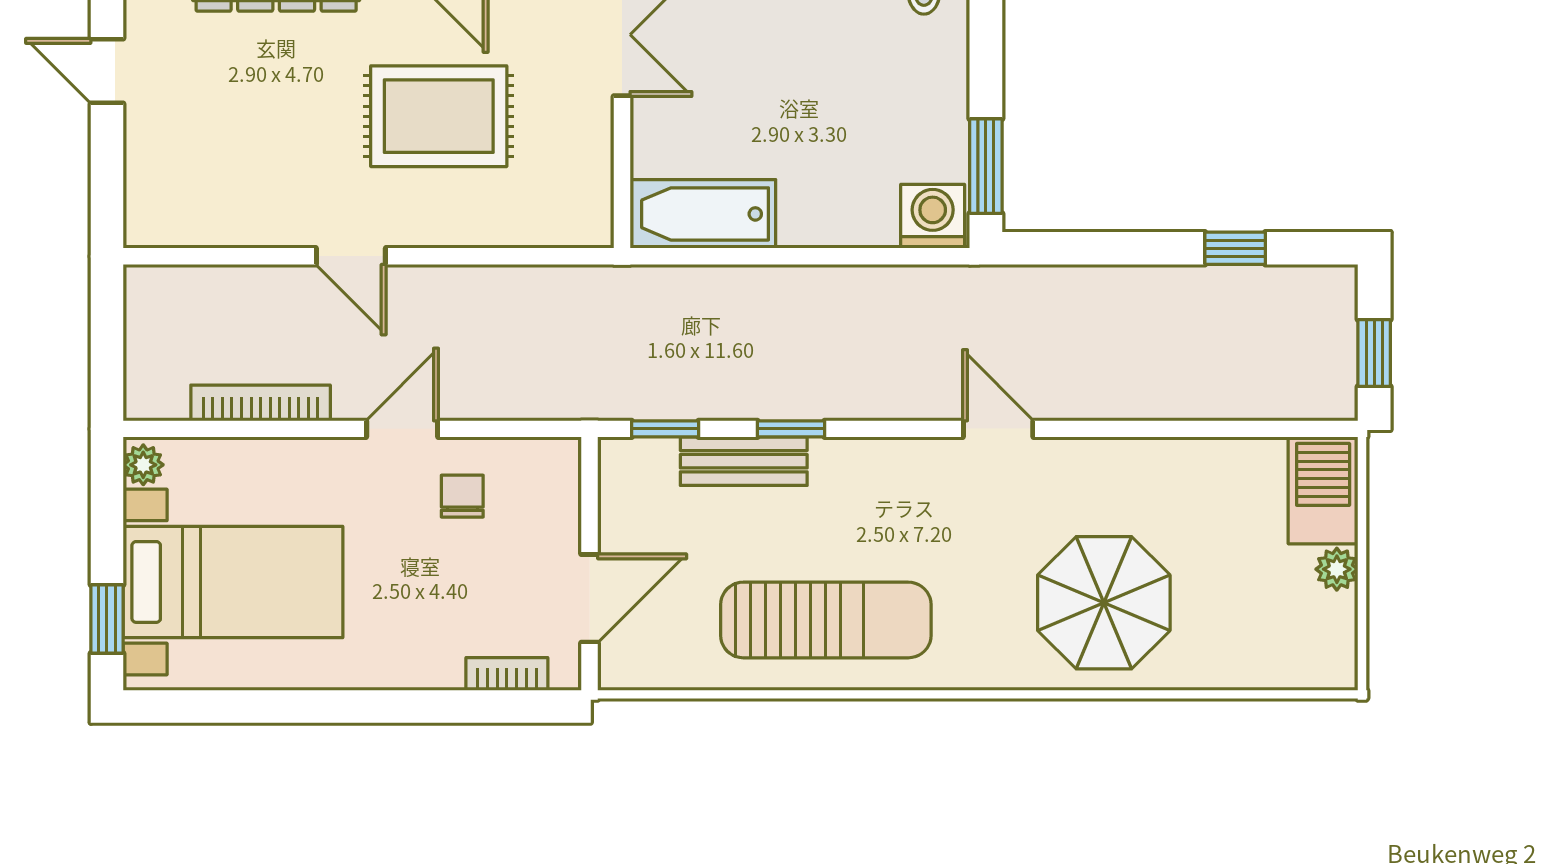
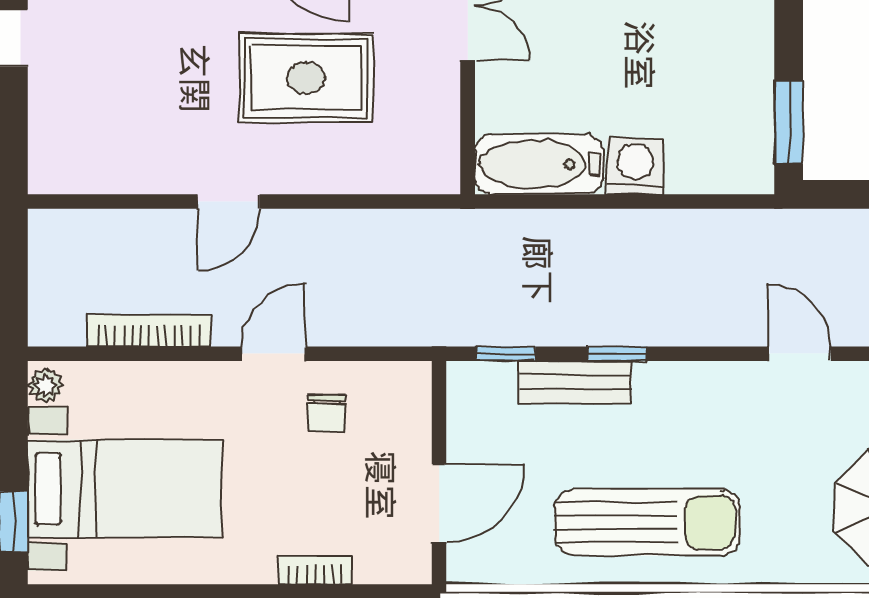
washing machine: (933, 216) -> (635, 166), moved
door: (351, 256) -> (229, 202), hinge flipped
chair: (462, 496) -> (327, 413), turned 180
bookcase: (507, 674) -> (316, 570), moved

